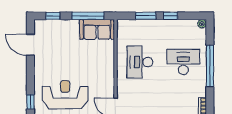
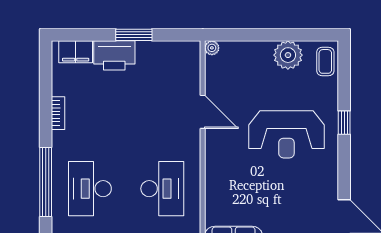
desk: (183, 62) -> (90, 189), turned 90

